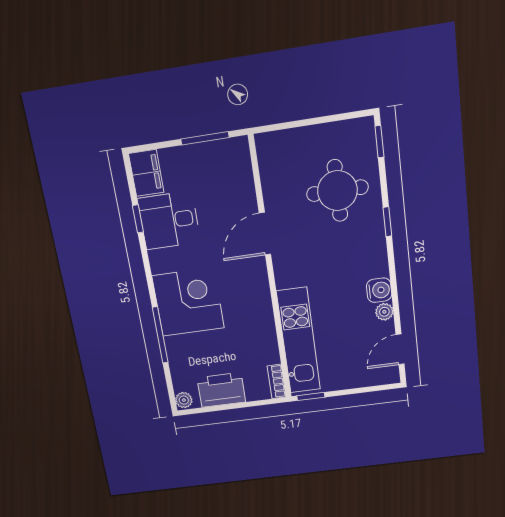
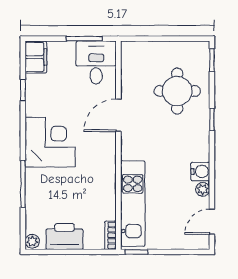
desk: (169, 220) -> (96, 63), moved, turned 90
corner desk: (188, 302) -> (50, 142), moved

